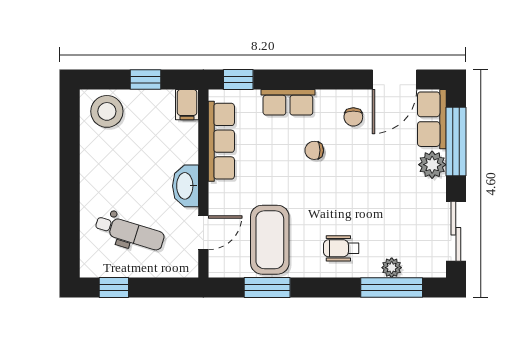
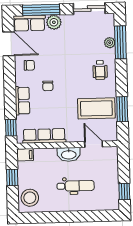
dental chair: (130, 232) -> (76, 186), moved, turned 73

